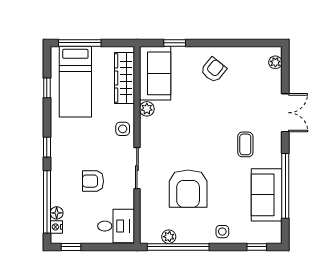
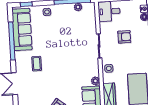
armchair: (188, 189) -> (68, 36), removed
sofa: (267, 195) -> (22, 29), width x1.36

